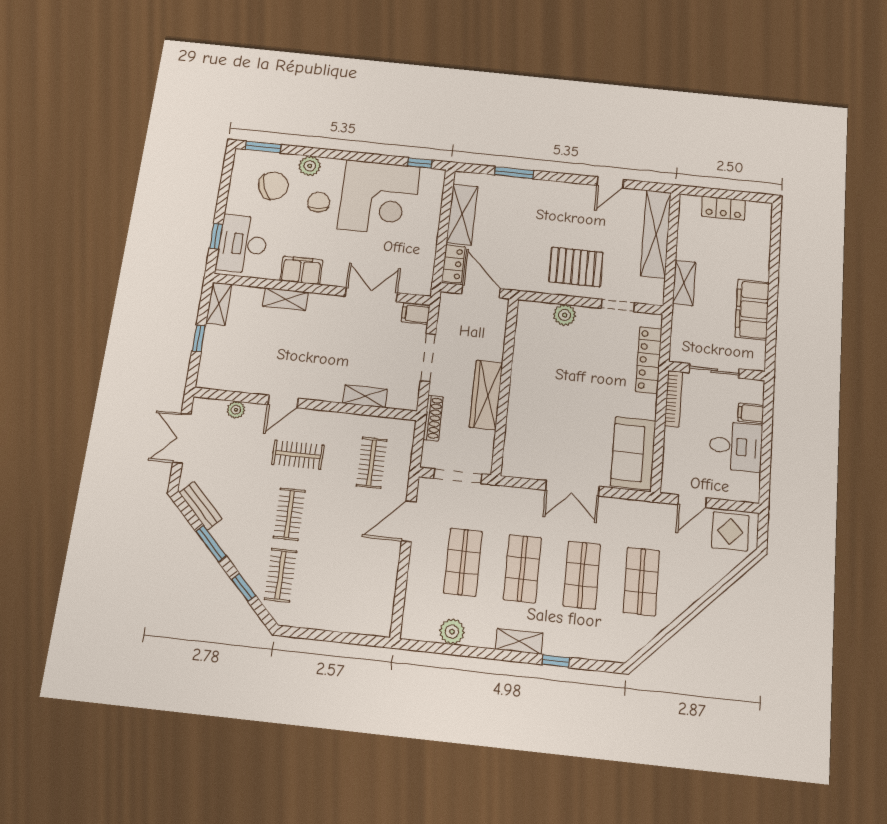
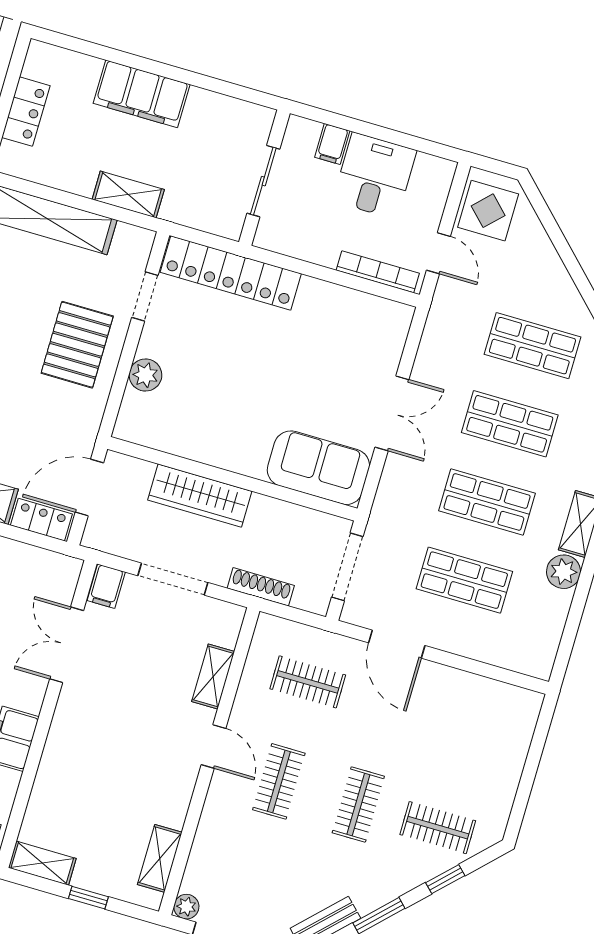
shelving: (285, 299) -> (160, 858), moved
filing cabinet: (752, 310) -> (142, 94), moved
locker: (649, 360) -> (231, 273), width x1.41, depth x1.21
wardrobe: (486, 395) -> (200, 496), moved
bookcase: (673, 399) -> (378, 272), moved
door: (283, 402) -> (213, 746), moved
plant: (236, 410) -> (186, 907), moved
sofa: (633, 453) -> (318, 468), moved, turned 180
clothes rail: (289, 514) -> (358, 805), turned 90
plant: (452, 632) -> (564, 572), moved

